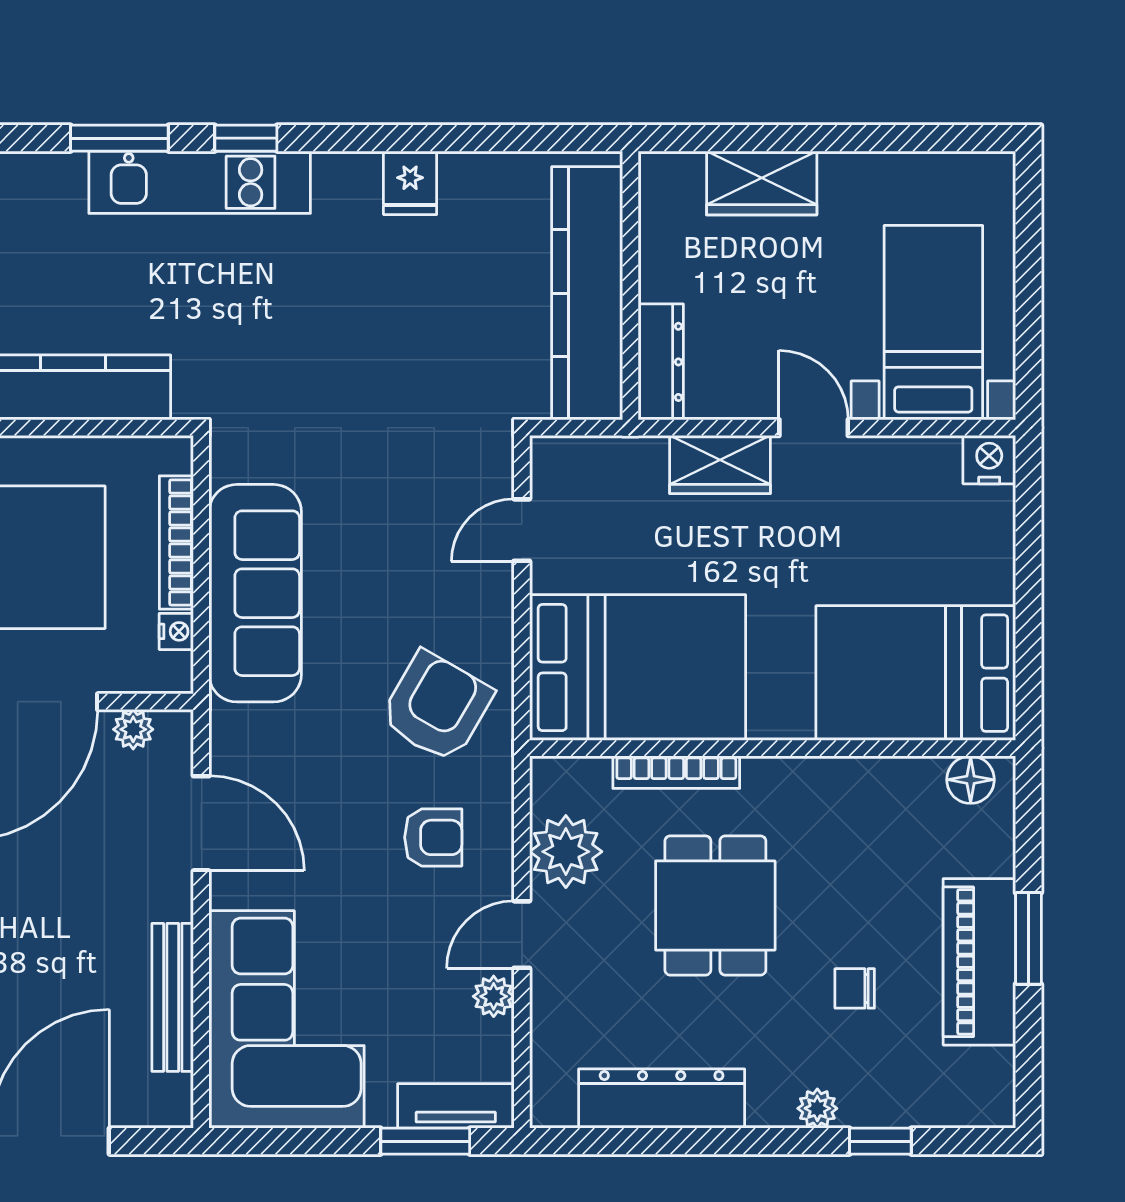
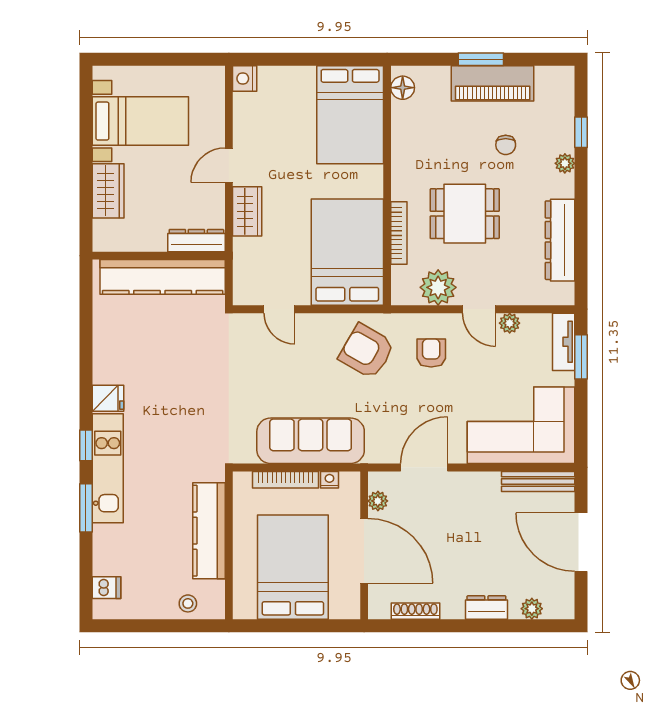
fridge: (410, 183) -> (108, 398), moved
bed with nightstands: (933, 323) -> (140, 121), moved, turned 180
bench: (173, 997) -> (538, 482), moved

